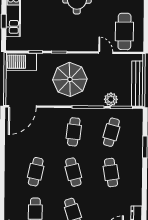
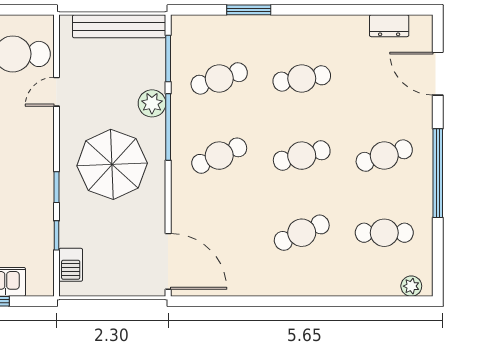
barbecue: (21, 62) -> (71, 265), width x0.53, depth x0.65
plant: (111, 99) -> (152, 103), moved
cafe table: (74, 132) -> (219, 156), turned -30
cafe table: (111, 132) -> (219, 78), turned -33
cafe table: (36, 172) -> (302, 233), turned -36

